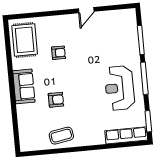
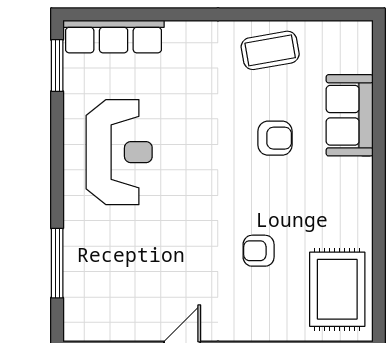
window: (144, 78) -> (57, 170), removed
sofa: (24, 86) -> (350, 115), moved
armchair: (56, 100) -> (275, 138), turned 180

